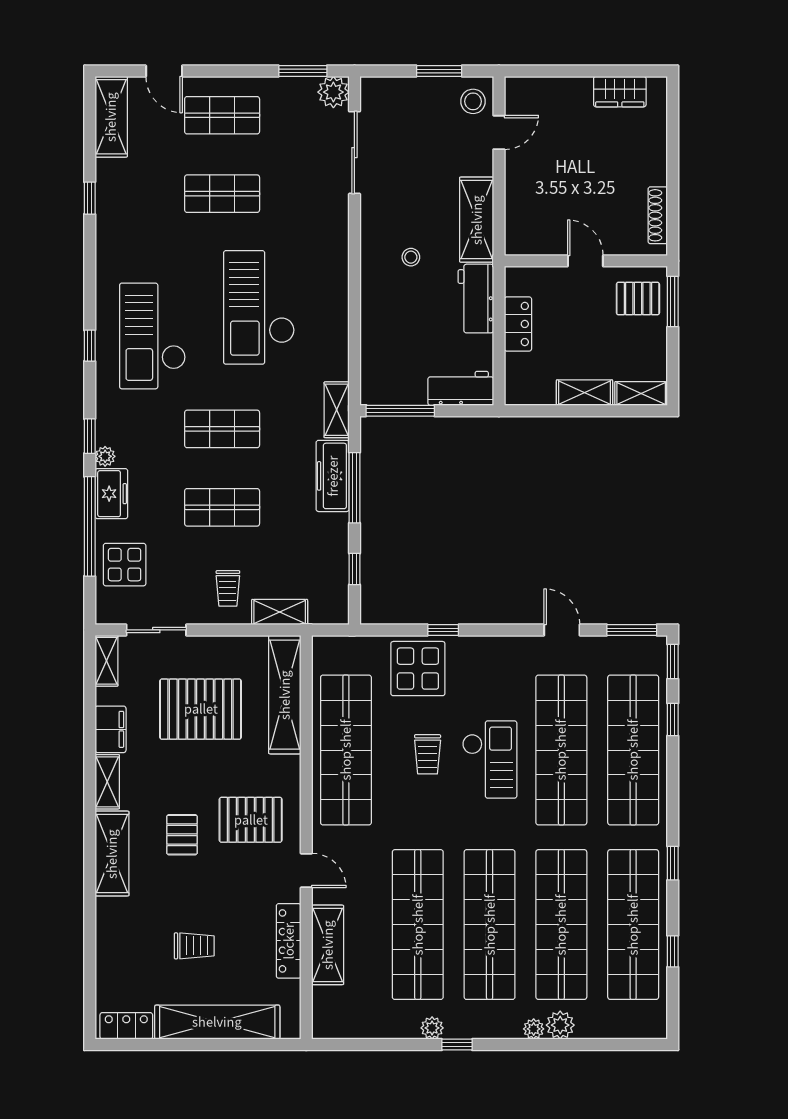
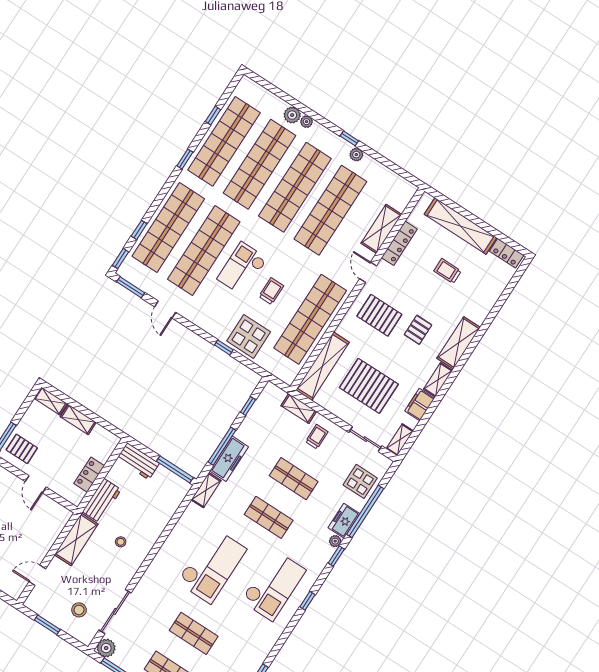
stool: (473, 101) -> (79, 610), moved

